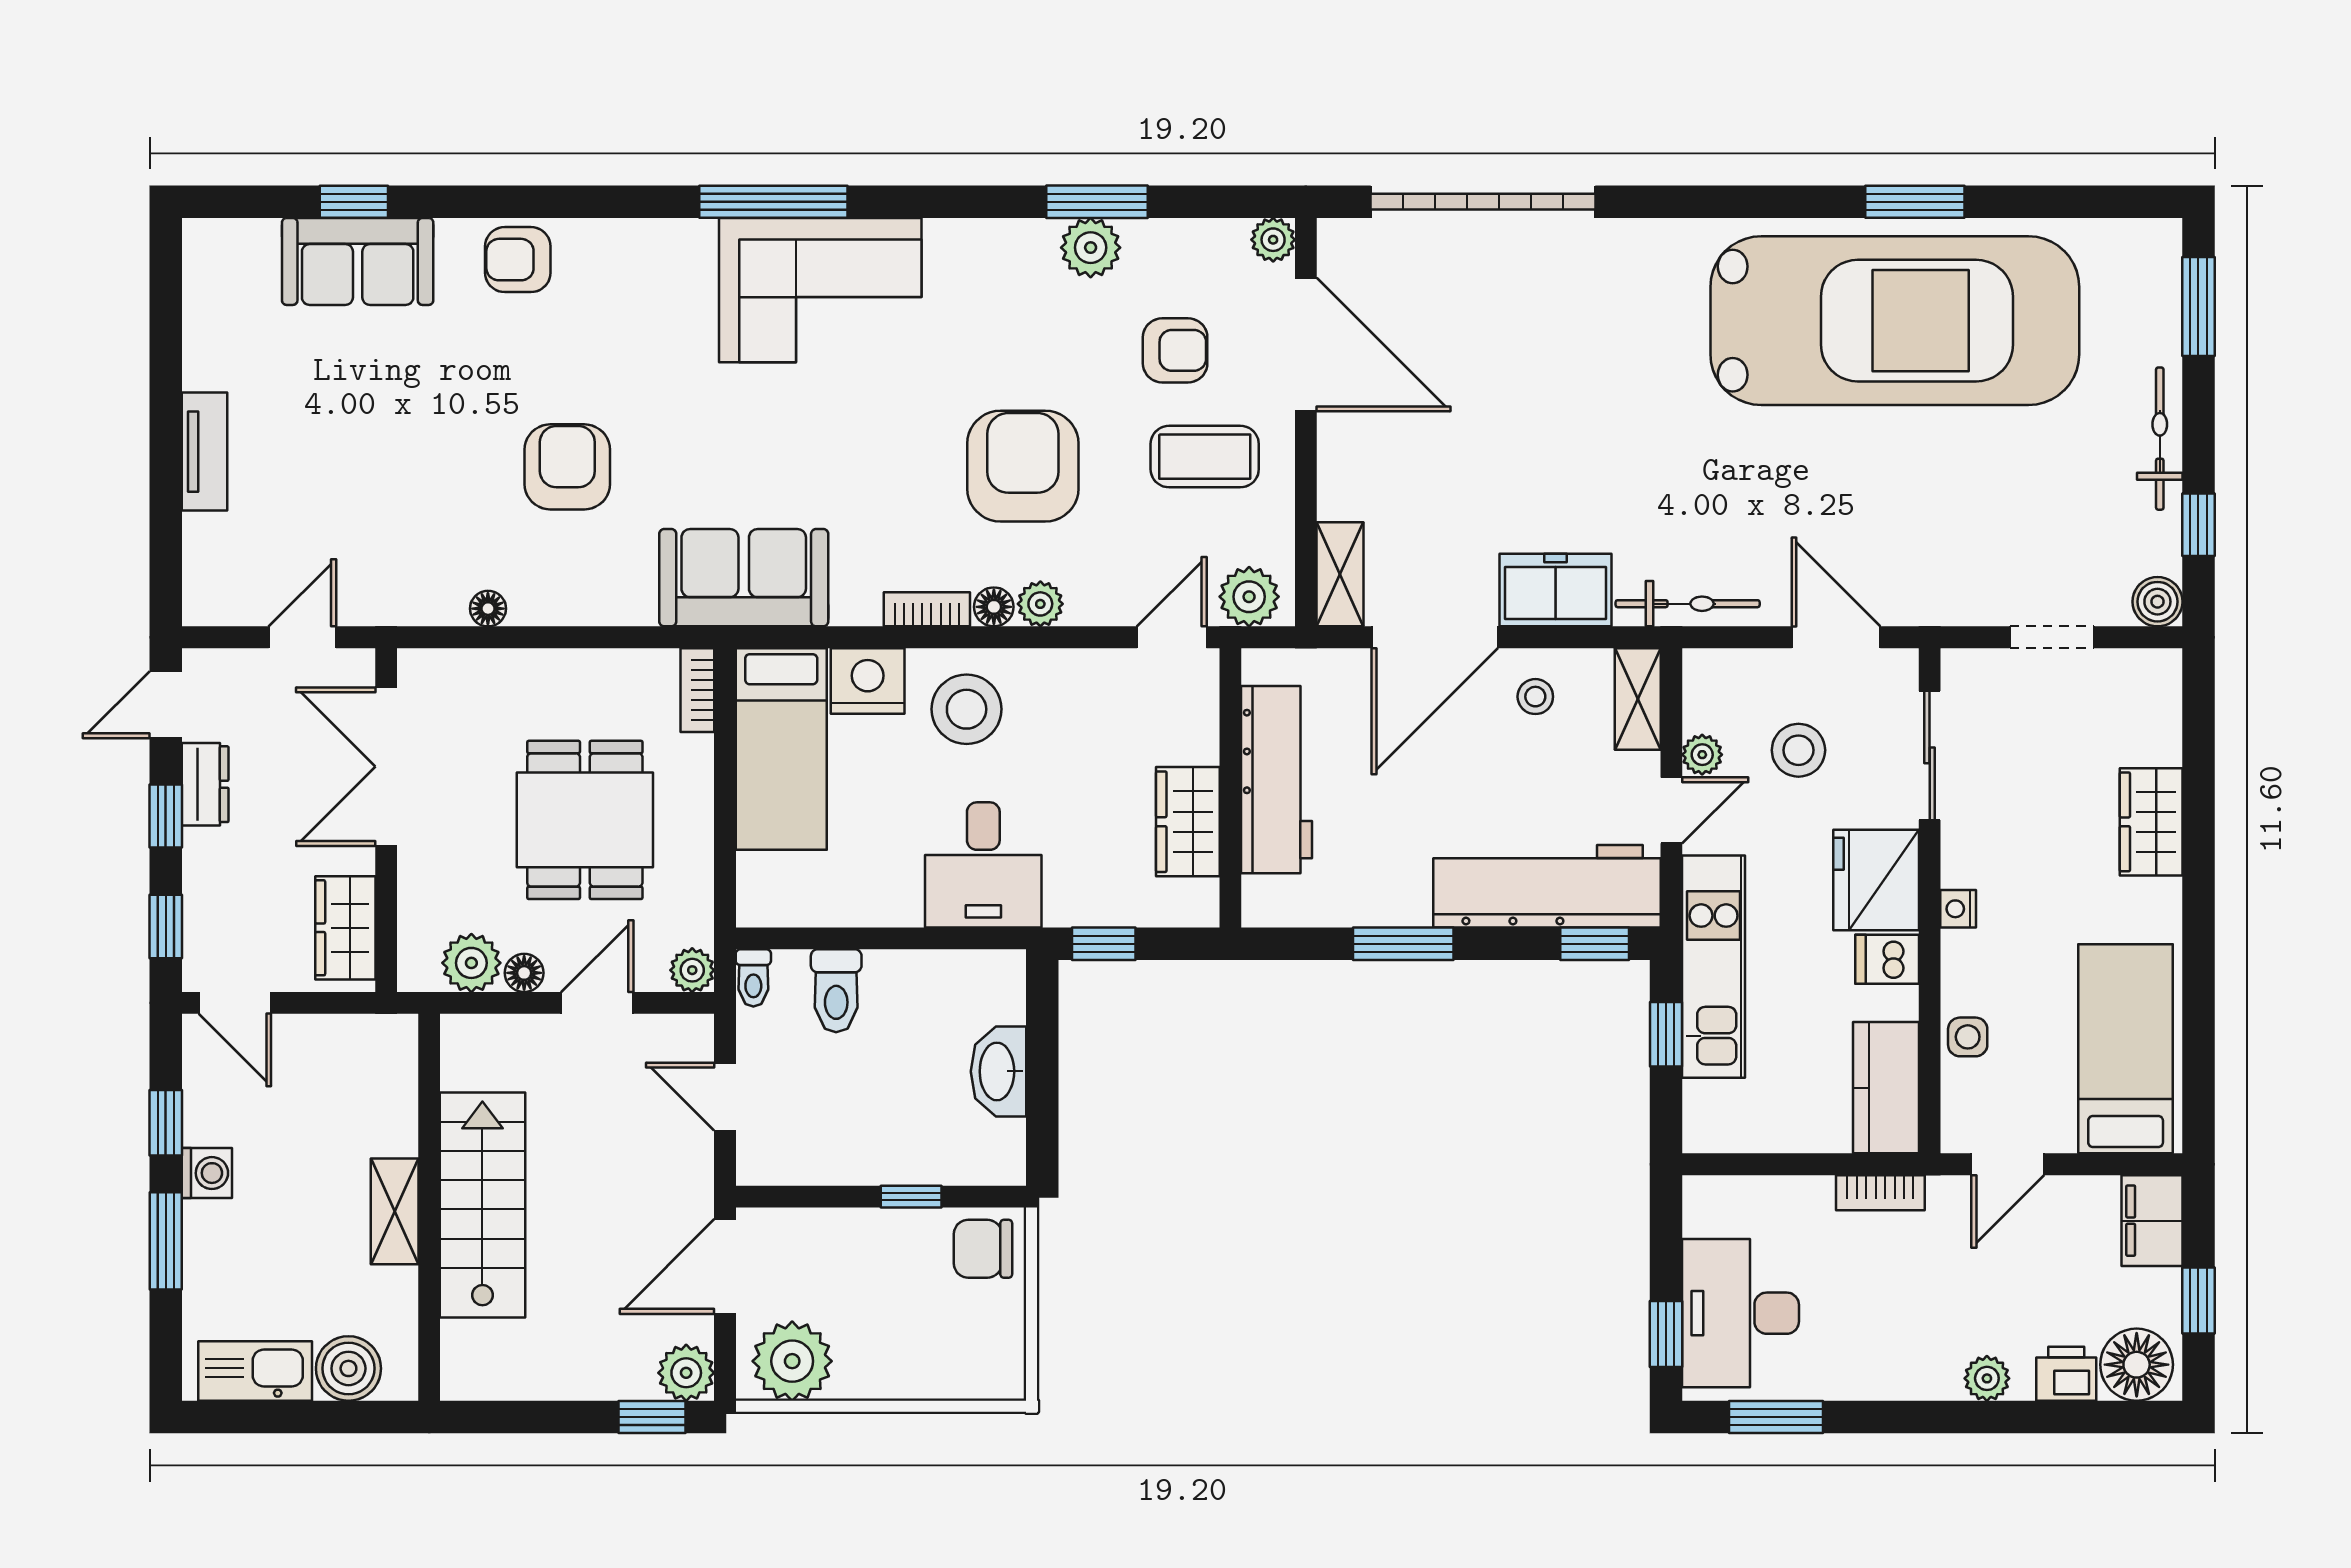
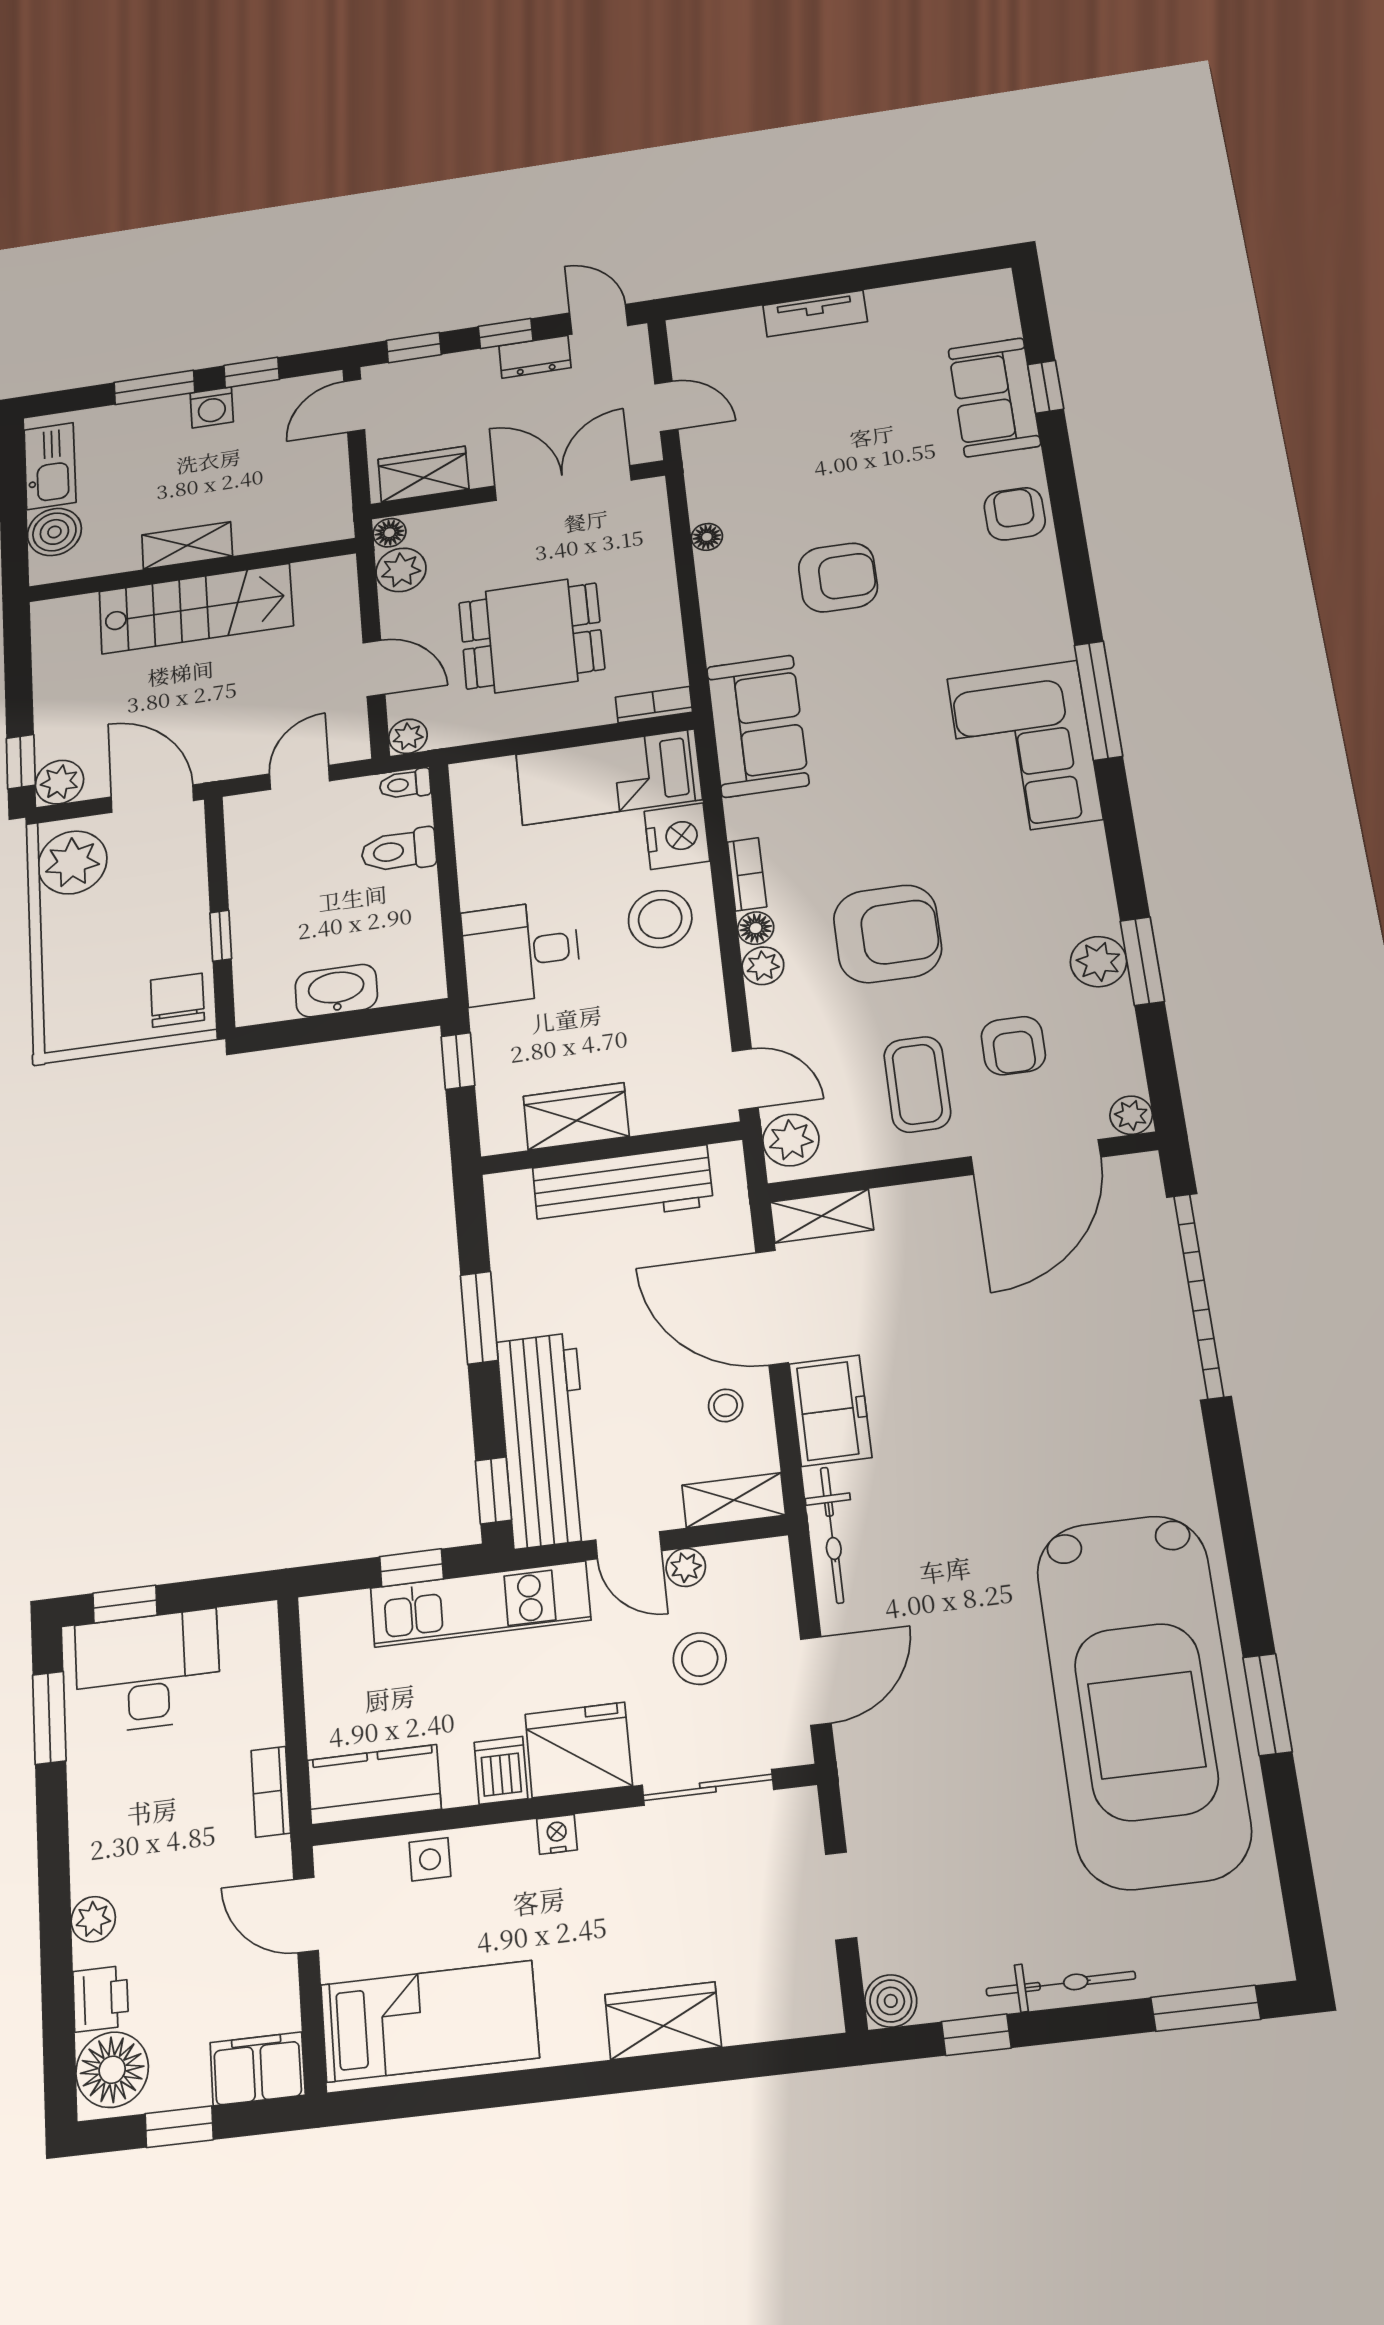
floor lamp: (524, 973) -> (389, 533), moved

